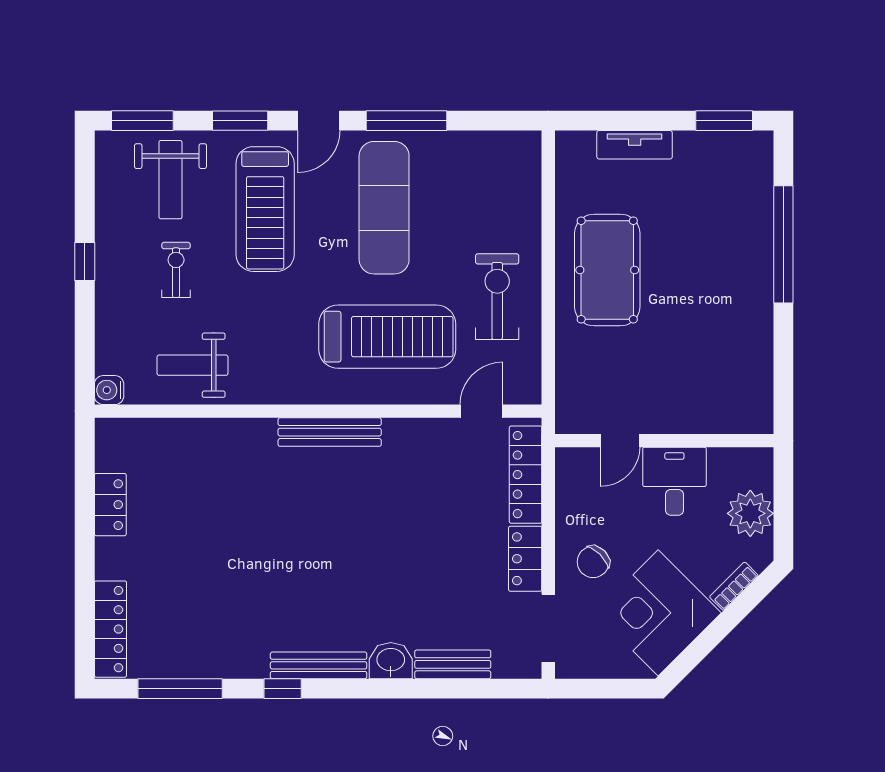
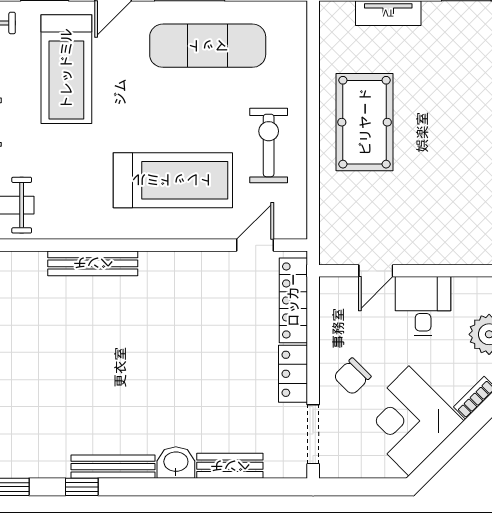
exercise mat: (384, 208) -> (208, 46), moved, turned 90
bench: (330, 432) -> (93, 263), moved

